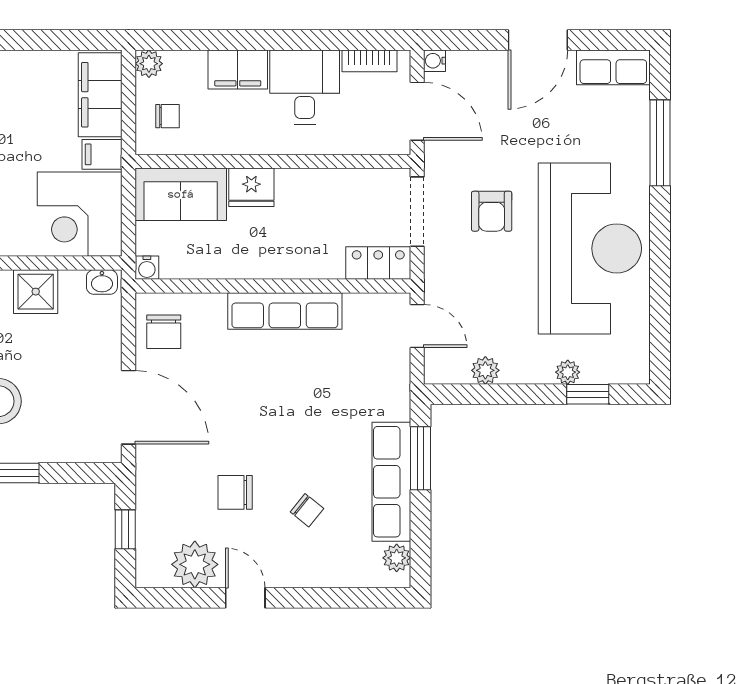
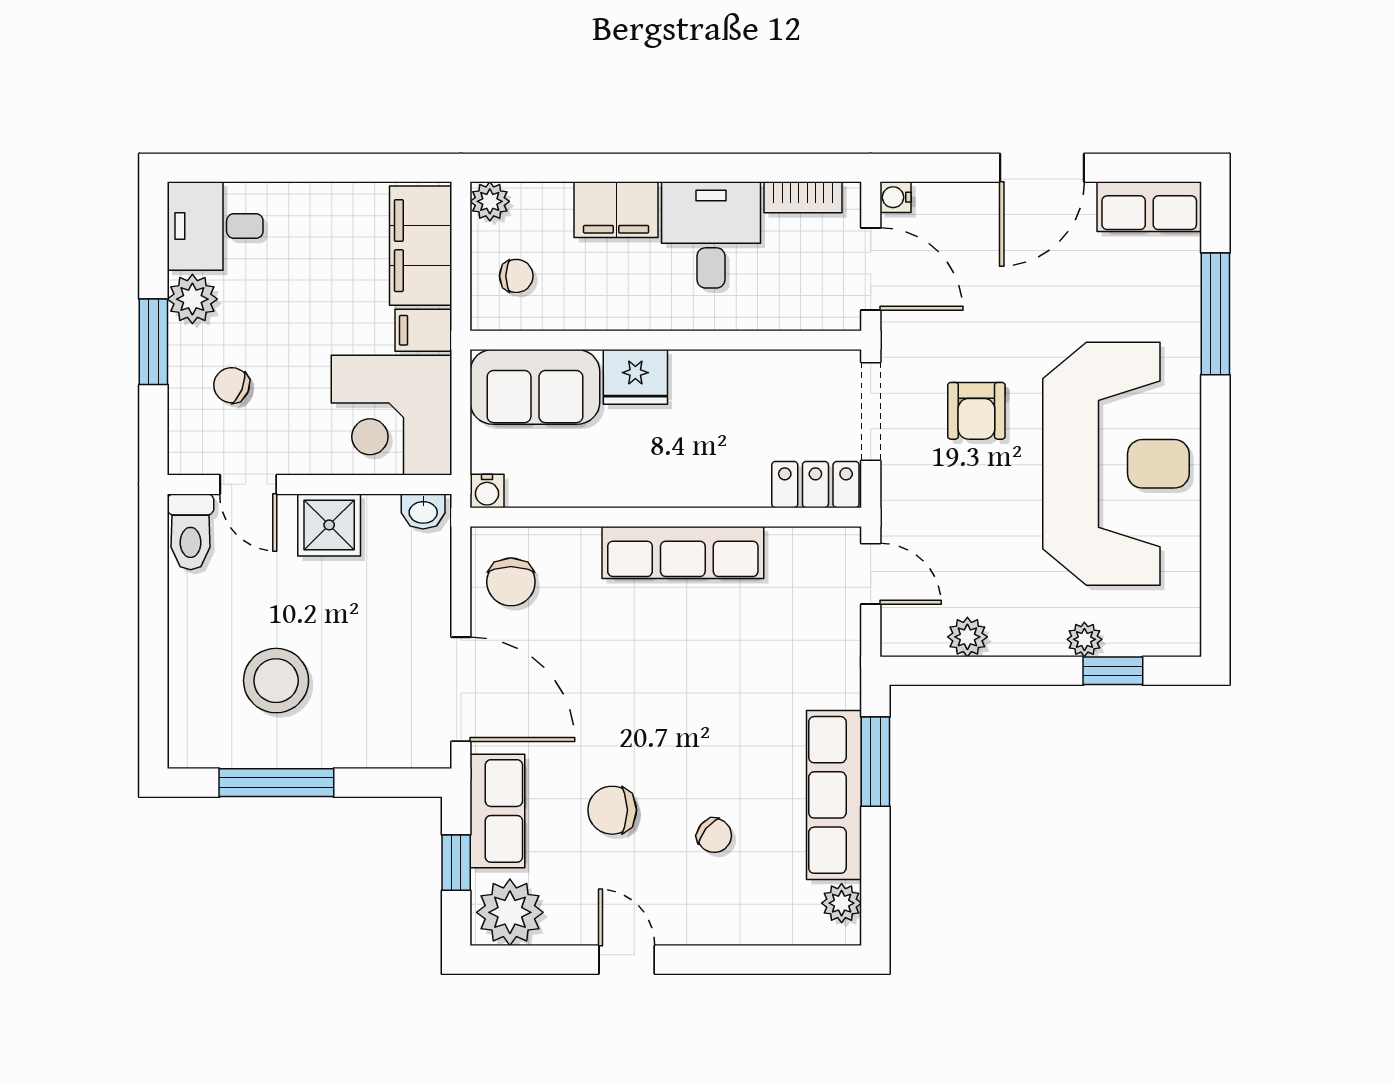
row of seats: (154, 493) -> (497, 811), added
plant: (195, 564) -> (510, 912), moved

